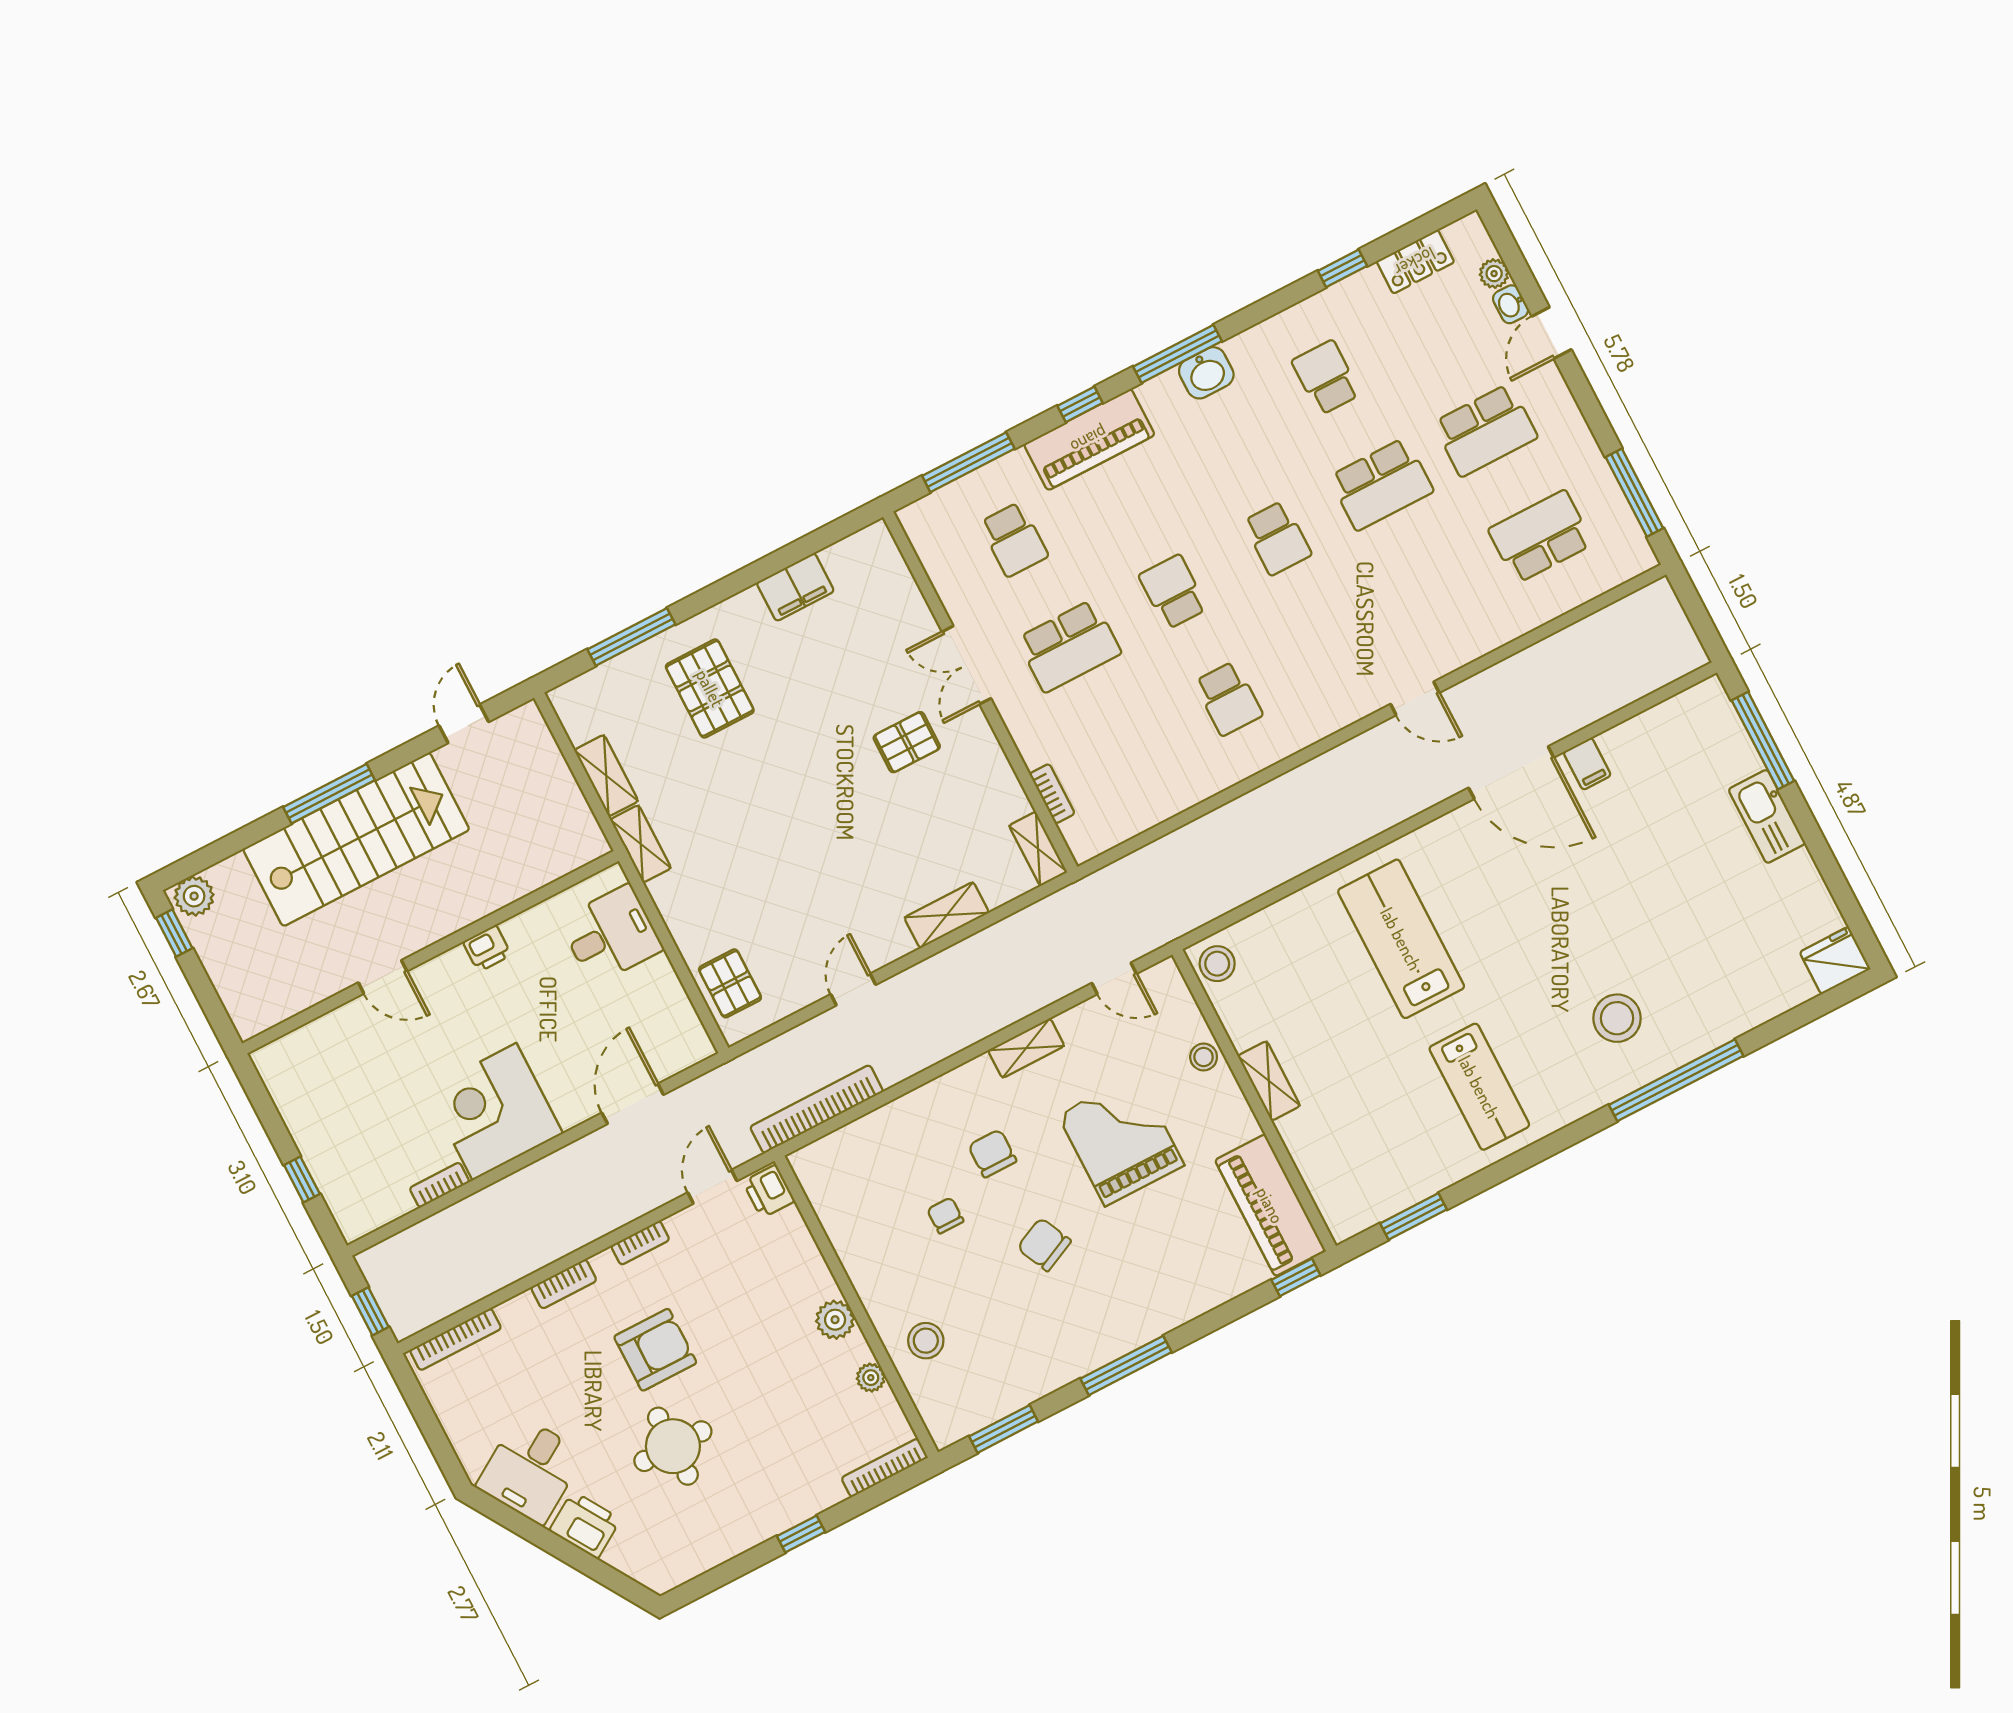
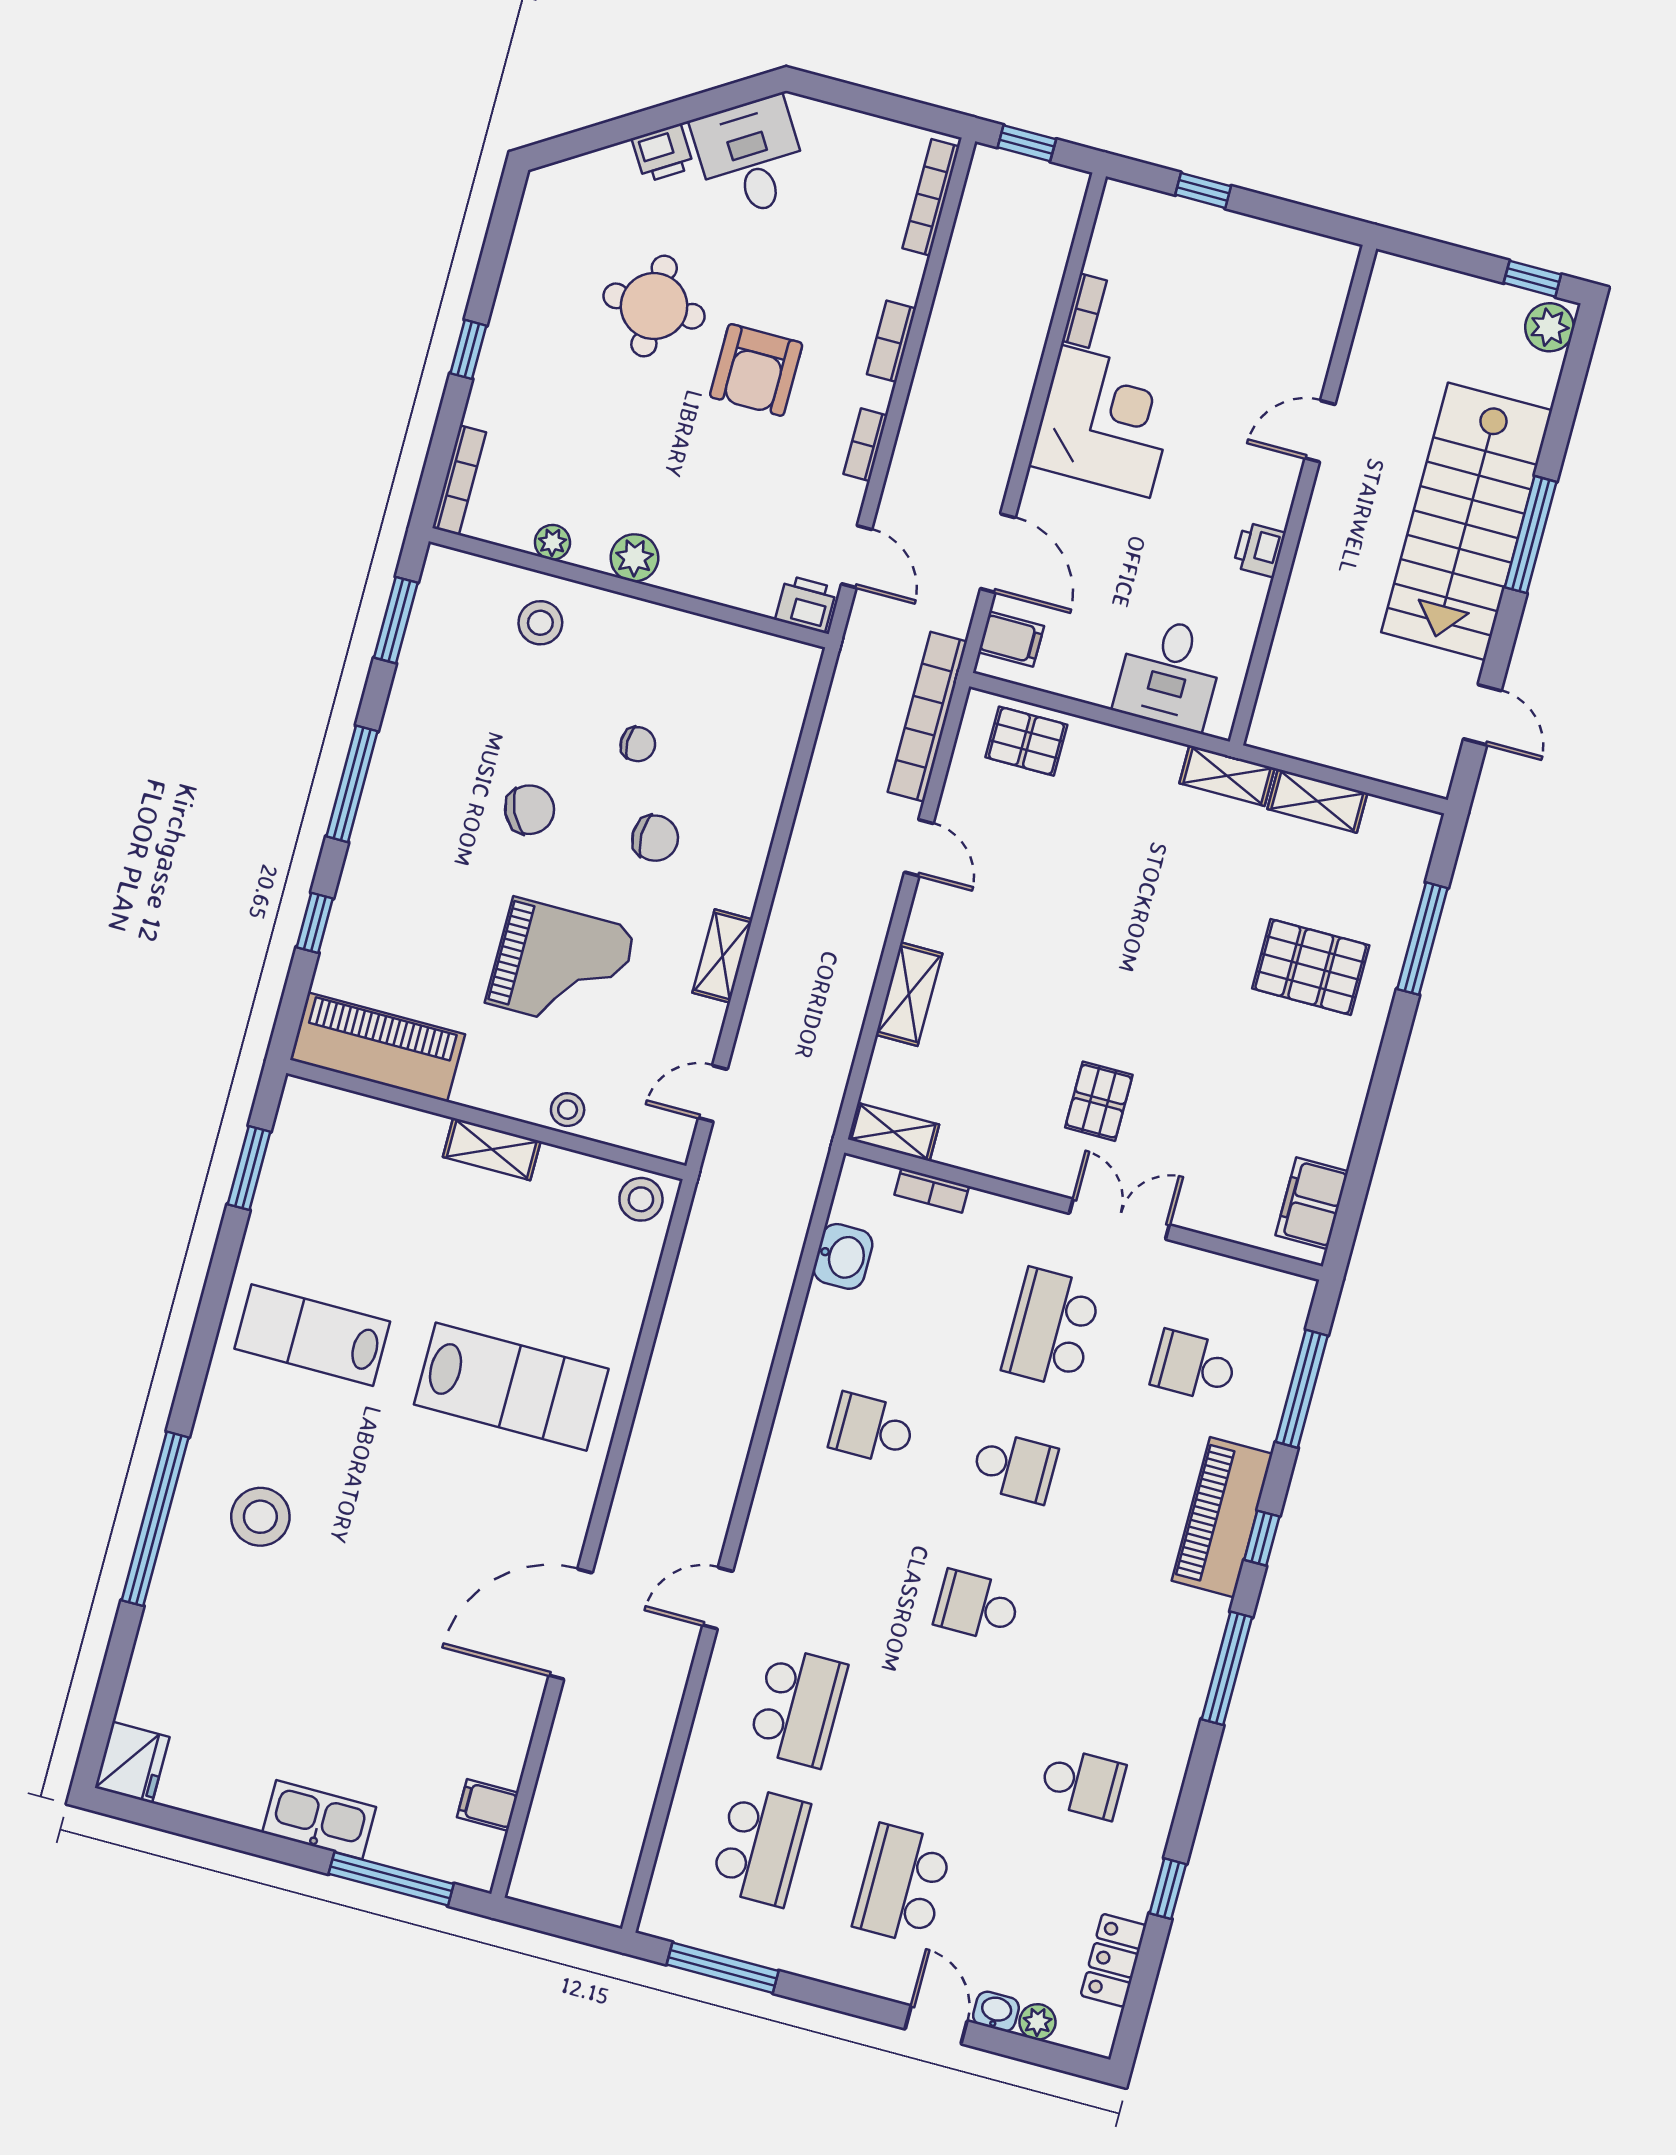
washbasin: (1206, 373) -> (843, 1256), moved, turned 180
school desk: (1381, 484) -> (798, 1707), moved, turned 180
filing cabinet: (795, 587) -> (1312, 1203), moved
filing cabinet: (1587, 764) -> (488, 1805), moved
filing cabinet: (677, 1049) -> (1011, 639), added
bookcase: (817, 1109) -> (927, 717), moved, turned 180
window: (1296, 1277) -> (315, 923), moved
printer: (585, 1525) -> (663, 153), width x0.73, depth x0.81

